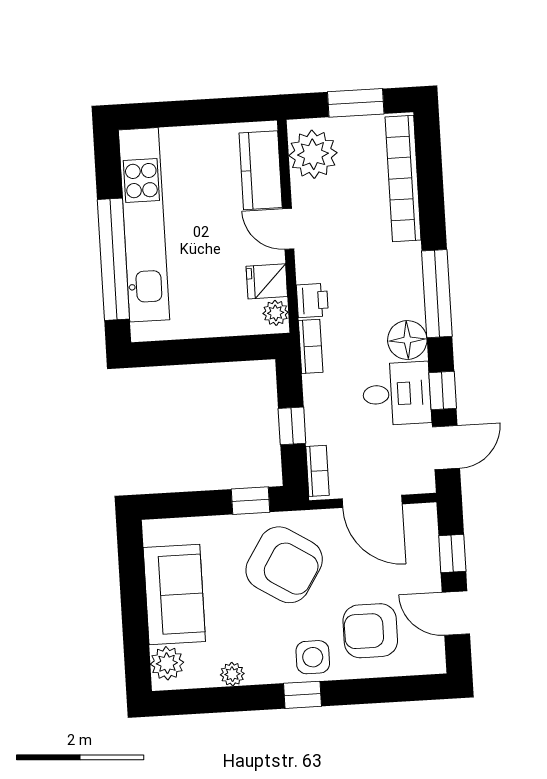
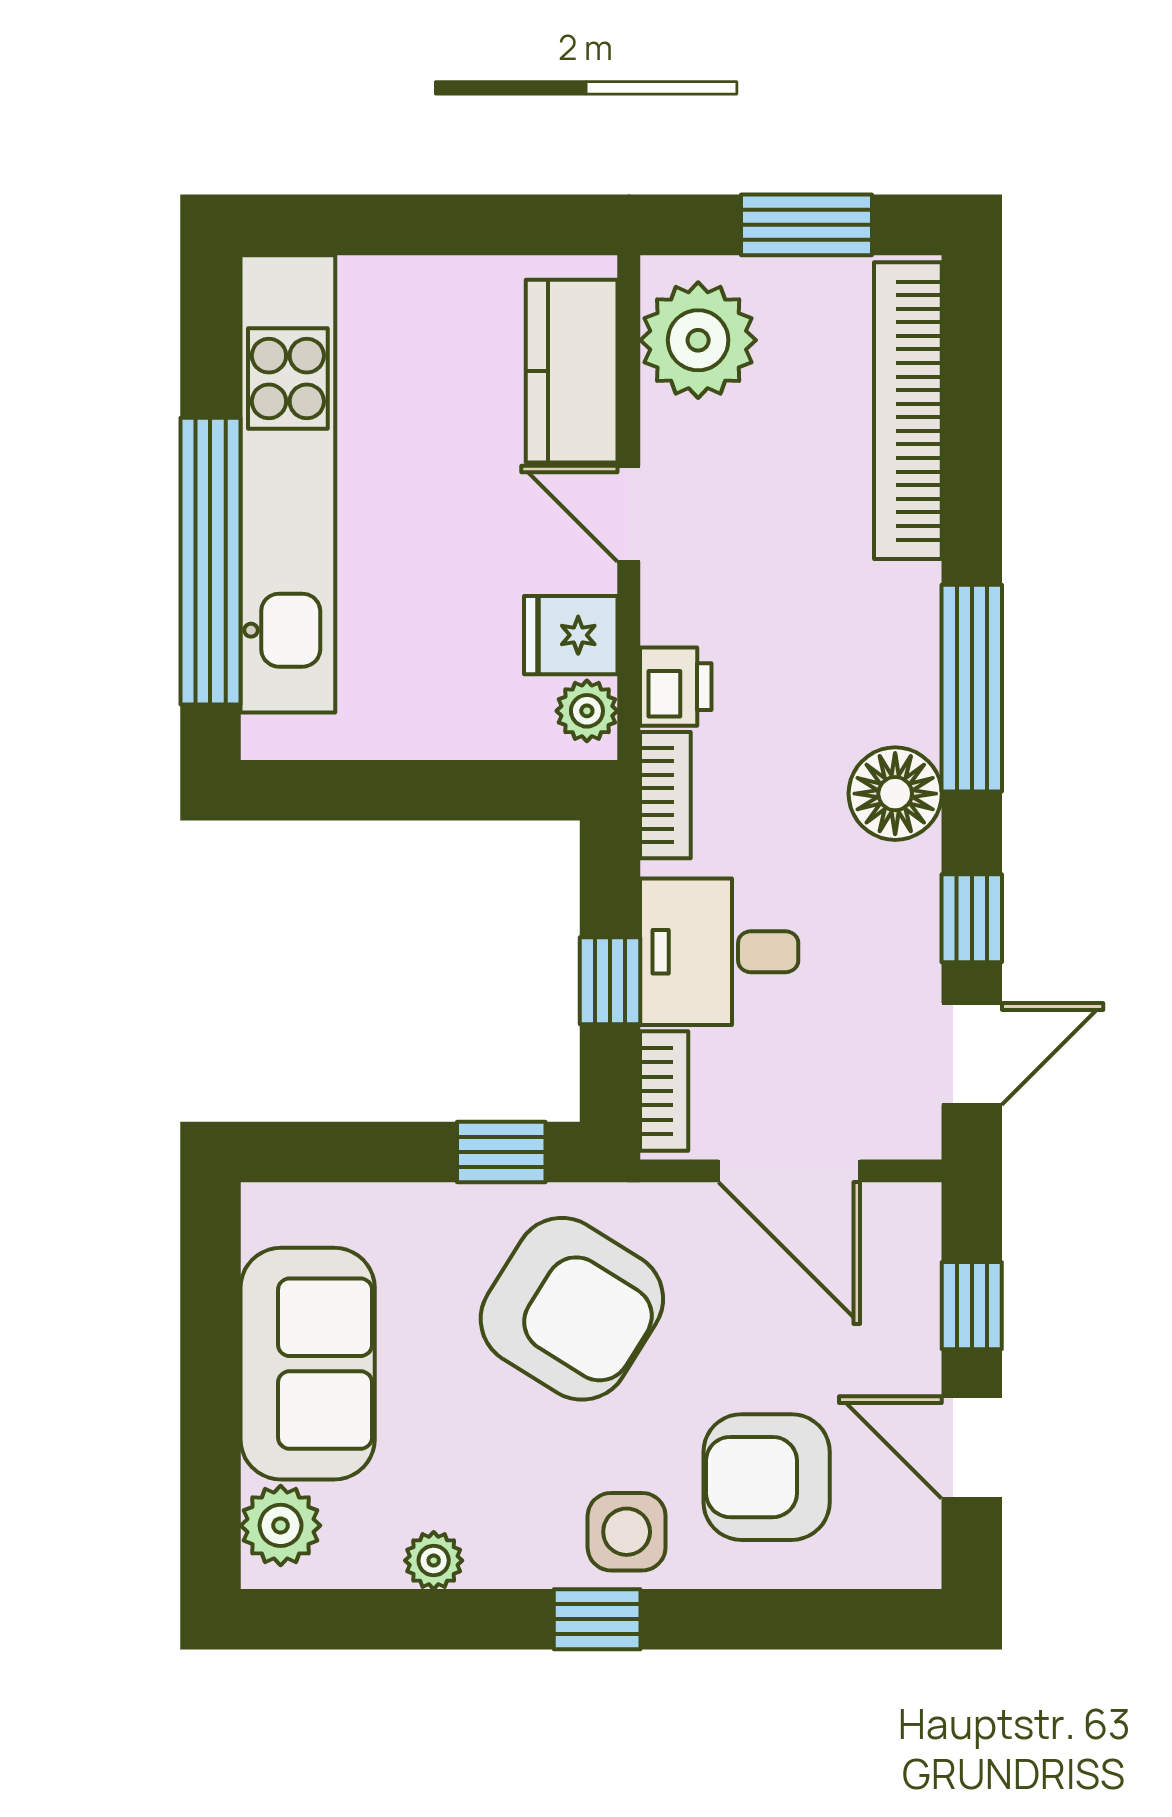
desk: (397, 394) -> (719, 952), moved, turned 180

